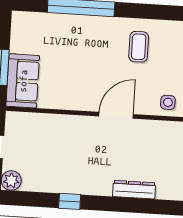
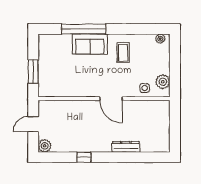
sofa: (23, 81) -> (90, 44), moved, turned 90
door: (116, 115) -> (111, 99), swing flipped

